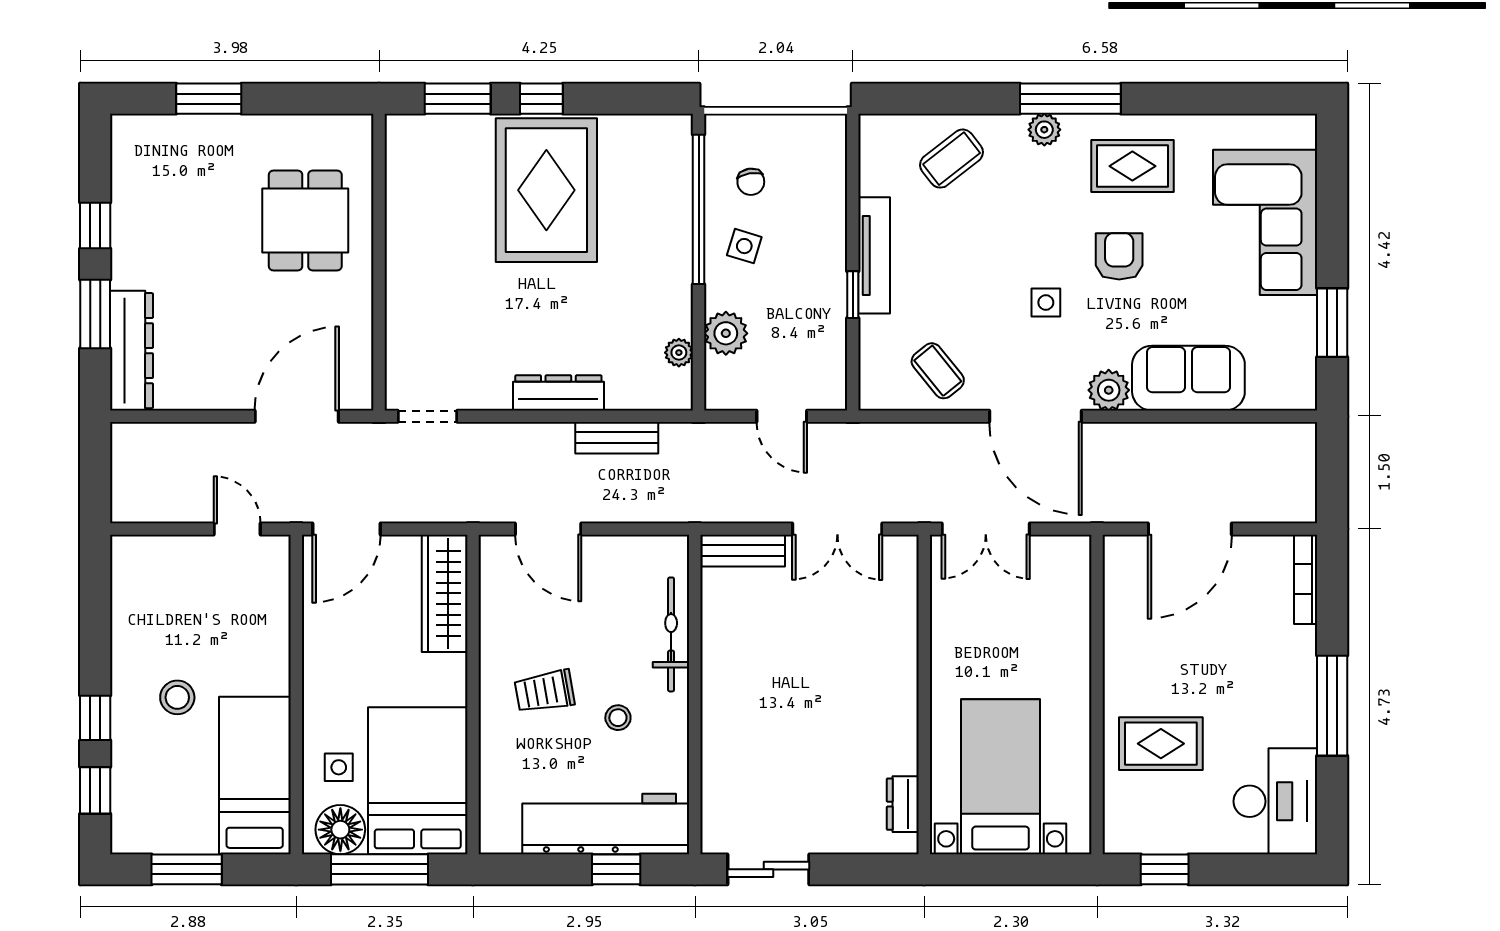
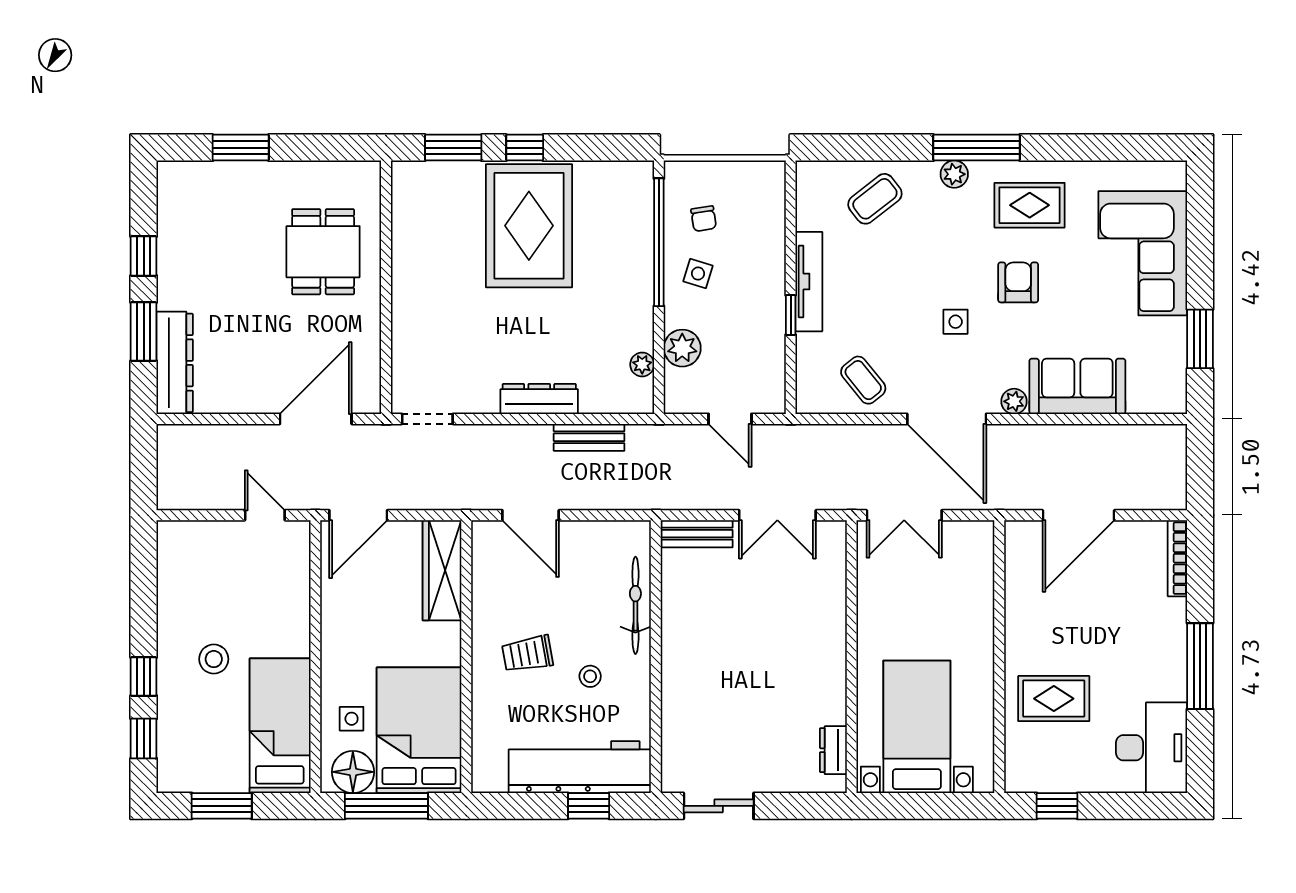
plant: (1109, 390) -> (1014, 401), width x0.73, depth x0.73

